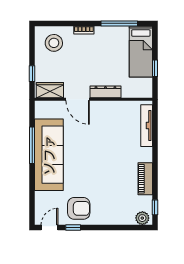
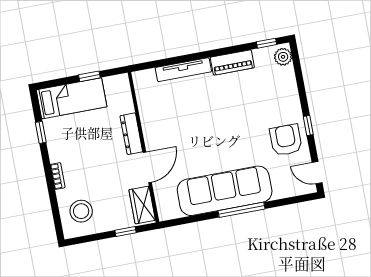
window: (119, 23) -> (41, 132), width x0.46
tv unit: (147, 126) -> (183, 70), moved
window: (32, 145) -> (242, 210), moved
window: (73, 227) -> (308, 125), moved

